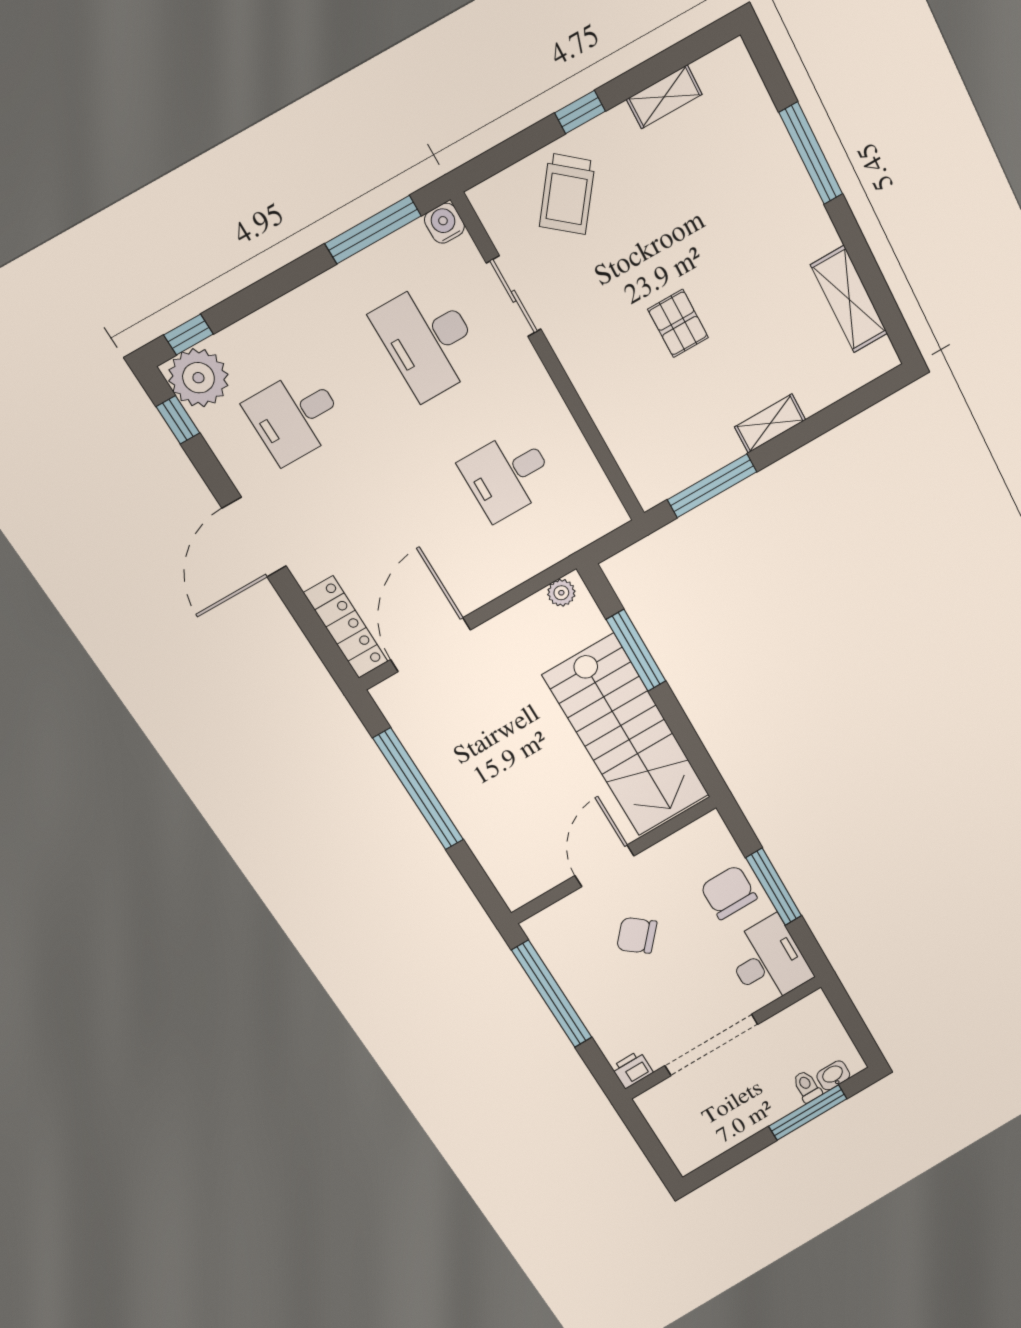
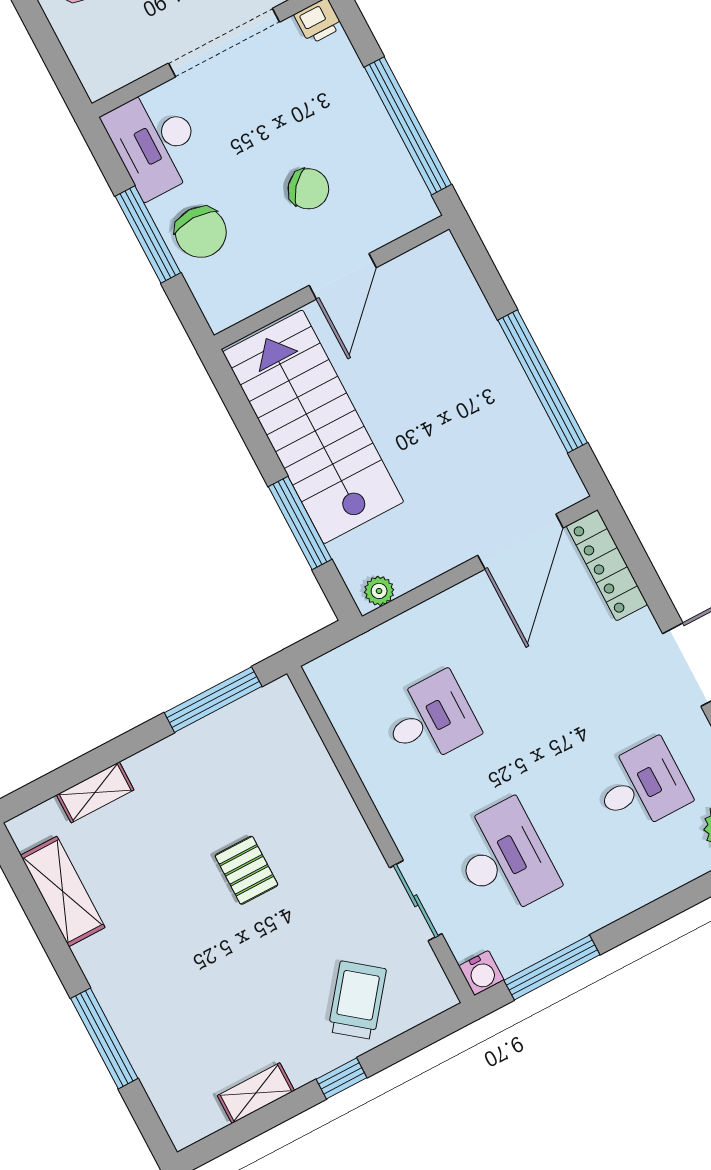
shelving: (770, 423) -> (95, 792), moved

